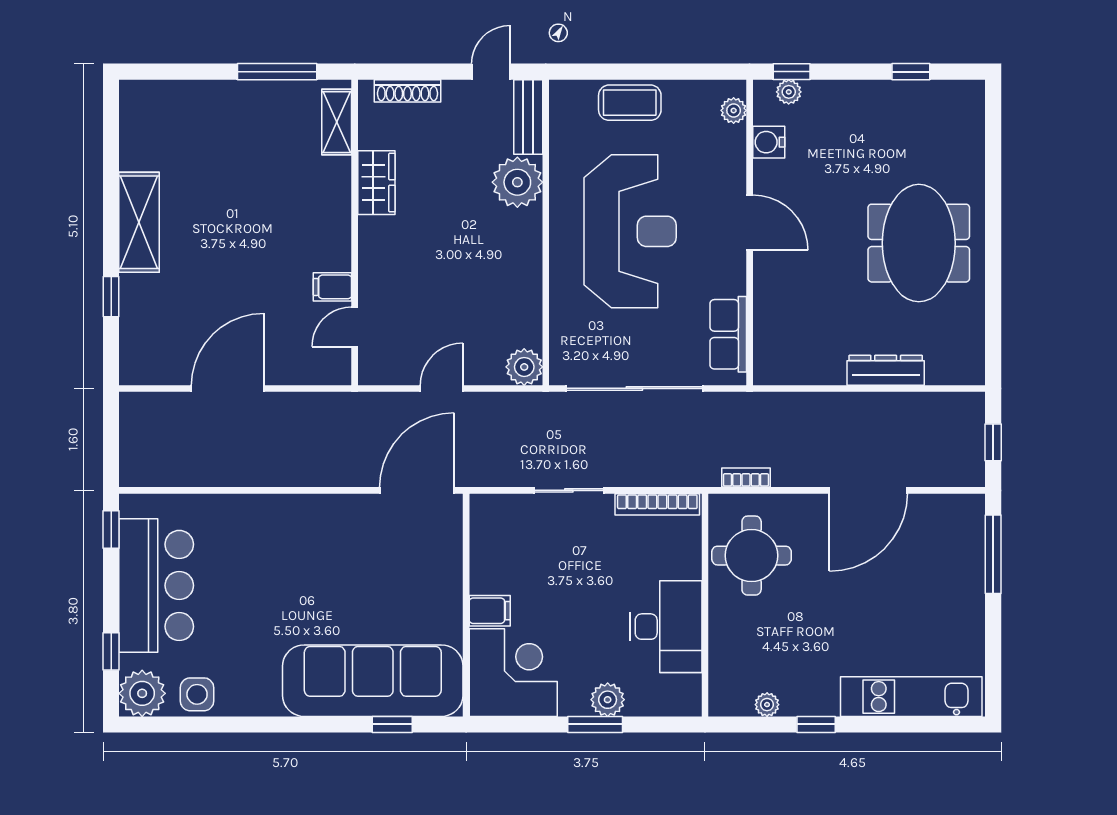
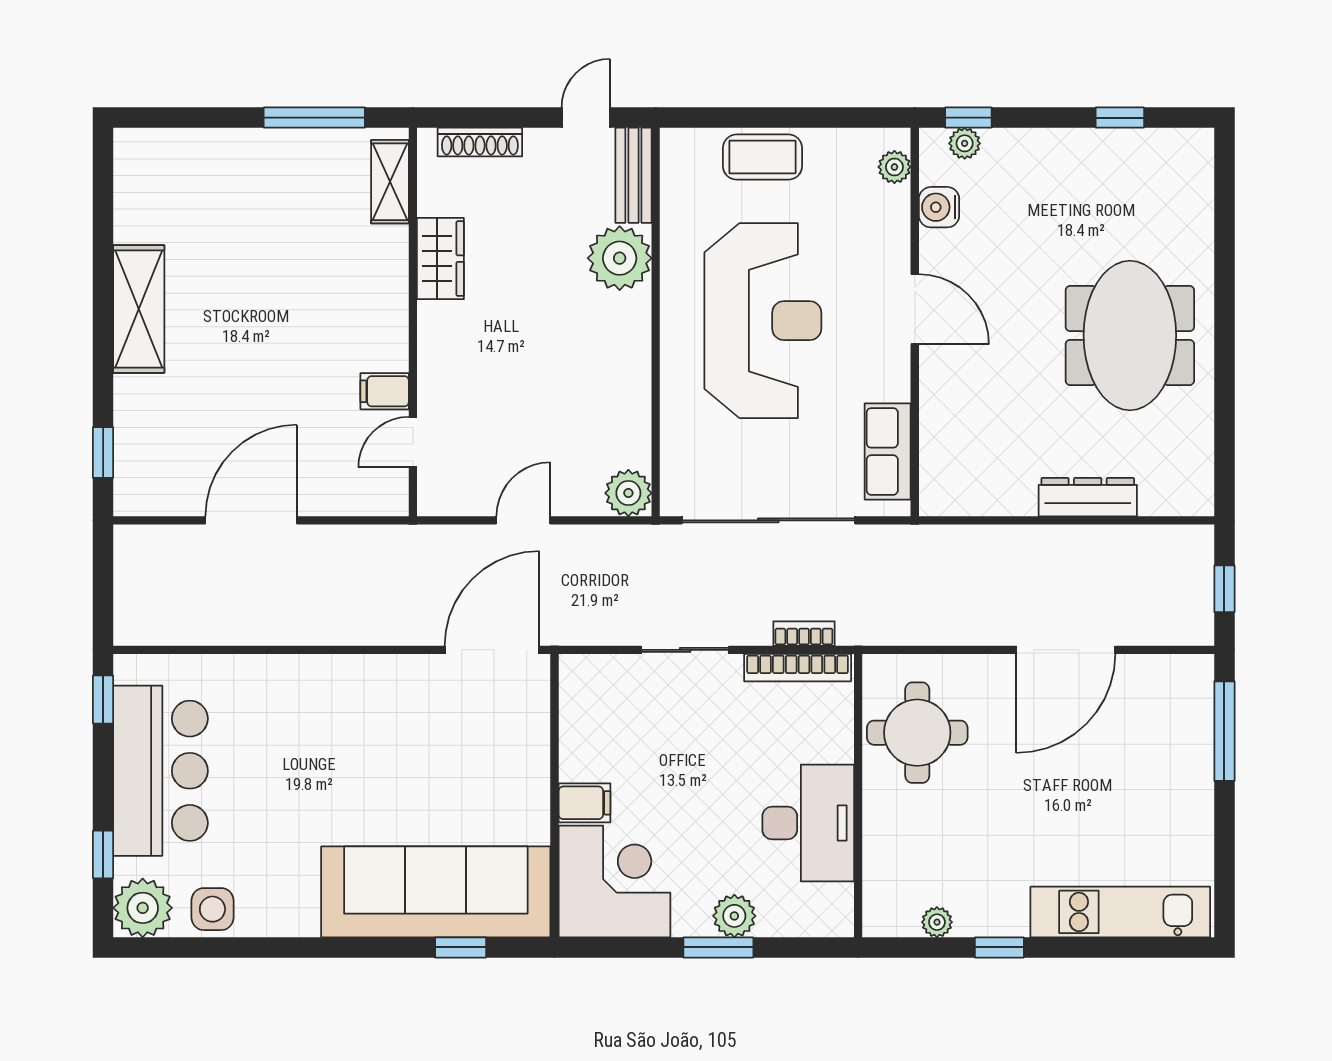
window: (111, 297) -> (103, 452), moved
bookcase: (746, 478) -> (804, 634), moved

